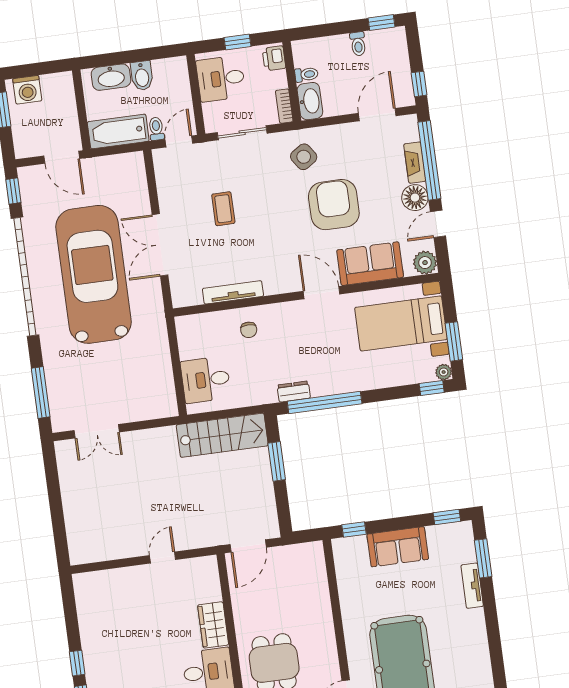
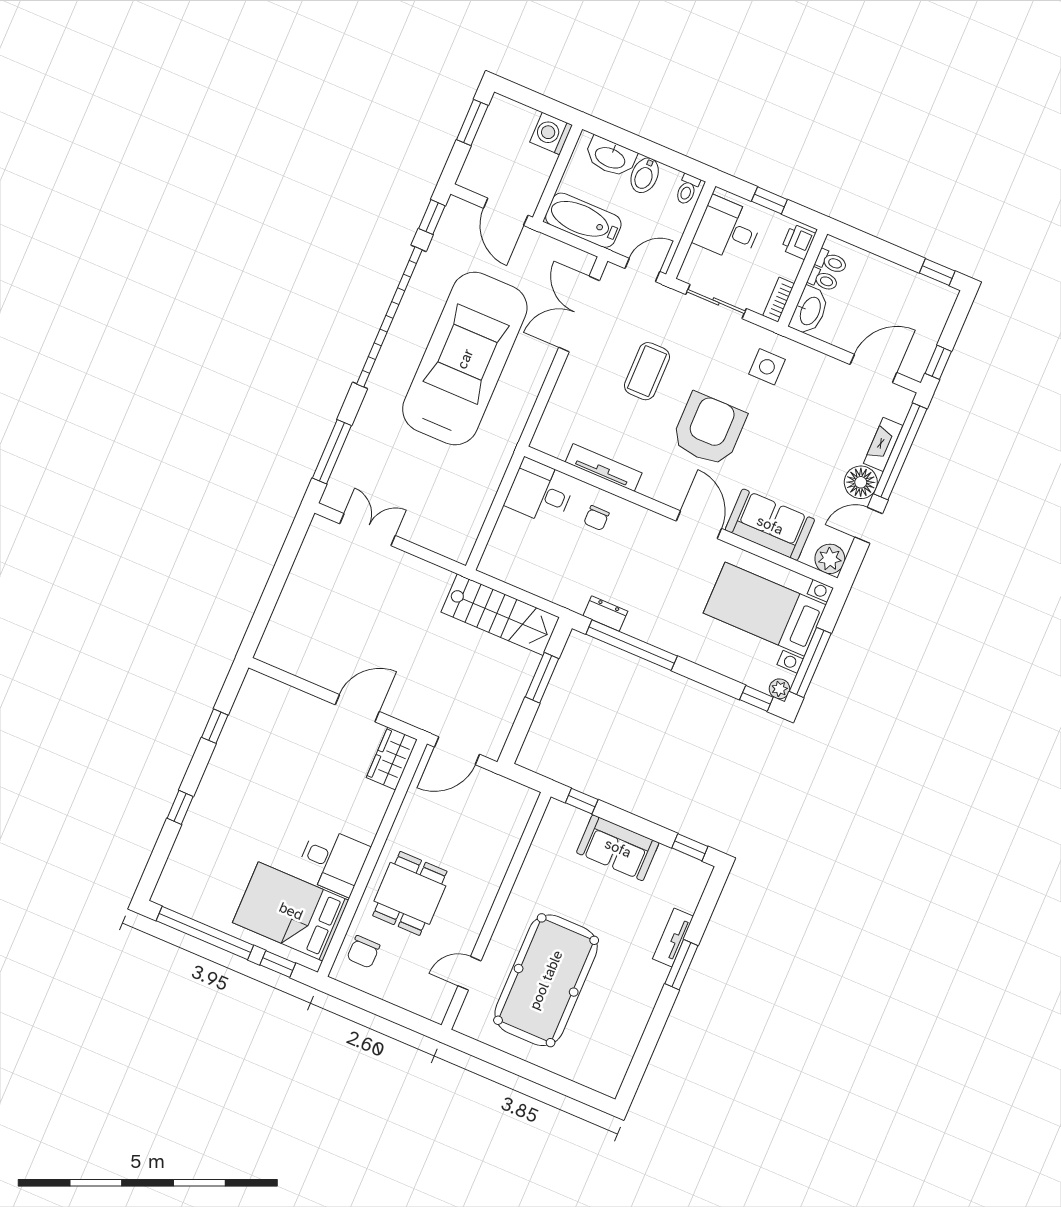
toilet: (358, 44) -> (831, 262), moved, turned -90
washing machine: (27, 90) -> (551, 133), moved, turned 90
toilet: (156, 129) -> (687, 189), moved, turned 180
side table: (304, 157) -> (767, 367), turned 34
armchair: (334, 205) -> (709, 429), moved
coffee table: (223, 209) -> (647, 371), width x1.36, depth x1.30
double door: (160, 245) -> (579, 314), moved
window: (454, 341) -> (810, 662), width x1.44
desk: (206, 380) -> (540, 492), moved
double door: (97, 431) -> (367, 530), swing flipped
door: (163, 558) -> (357, 708), width x1.37
window: (483, 558) -> (681, 965), moved
wardrobe: (213, 625) -> (392, 759), moved
window: (77, 663) -> (215, 726), moved

